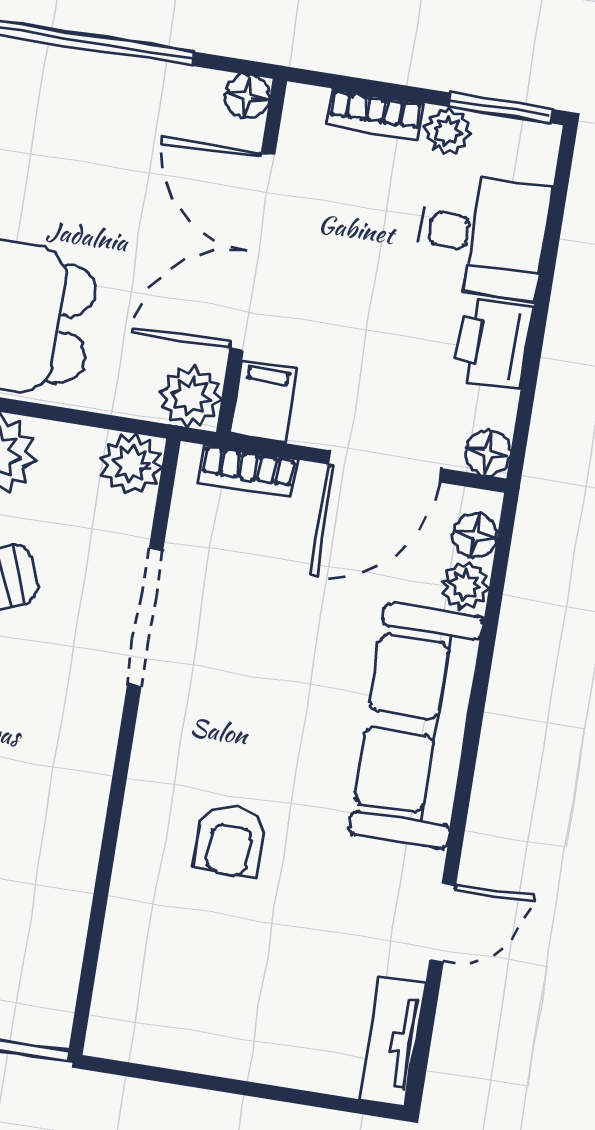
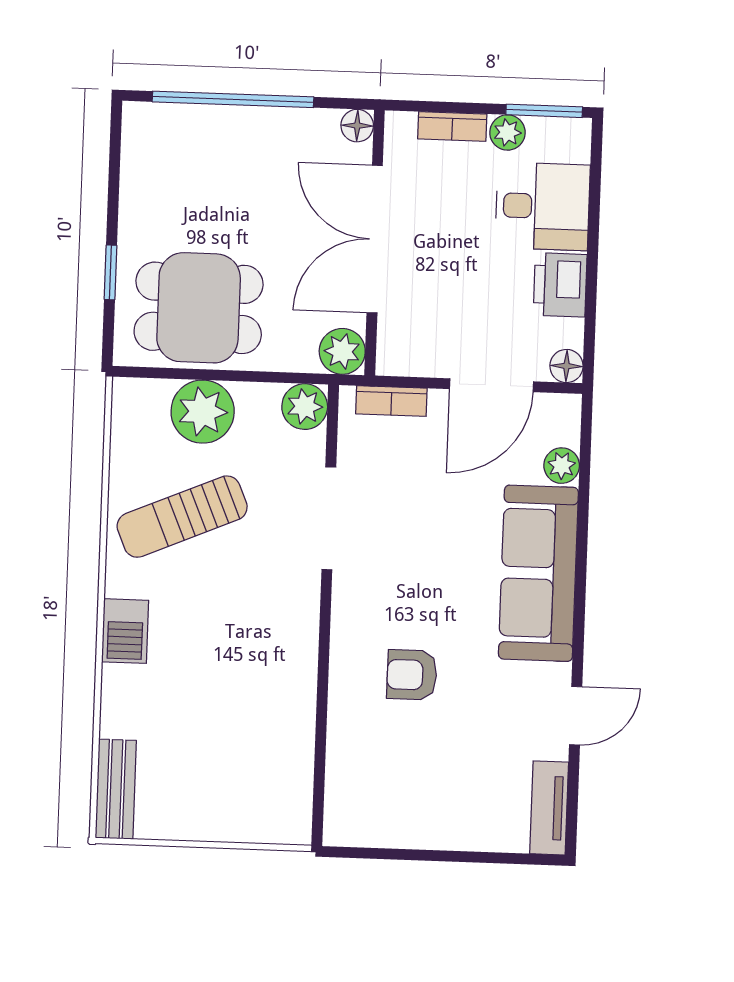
filing cabinet: (264, 402) -> (397, 349), removed
floor lamp: (475, 535) -> (564, 428), removed
armchair: (230, 840) -> (412, 675), turned 90

